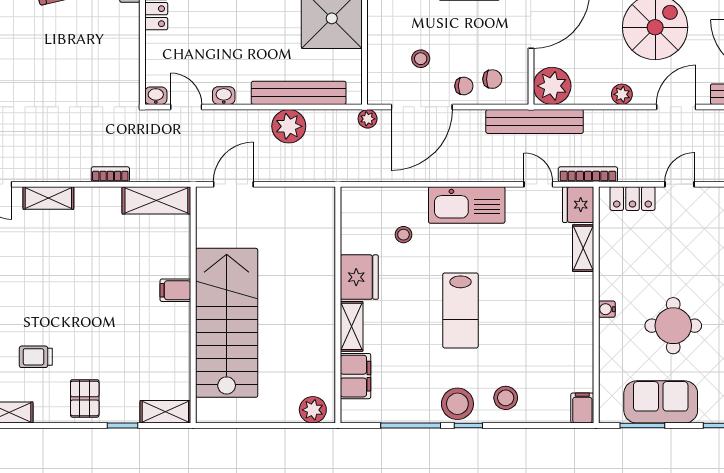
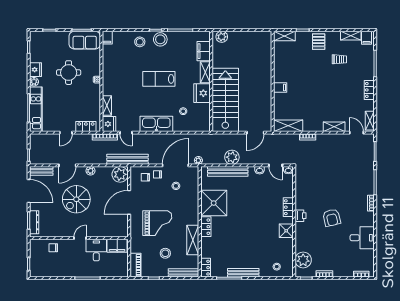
lab bench: (460, 310) -> (159, 79), turned -90
stairs: (227, 323) -> (225, 100), moved, turned 180
sofa: (661, 402) -> (85, 40), moved

